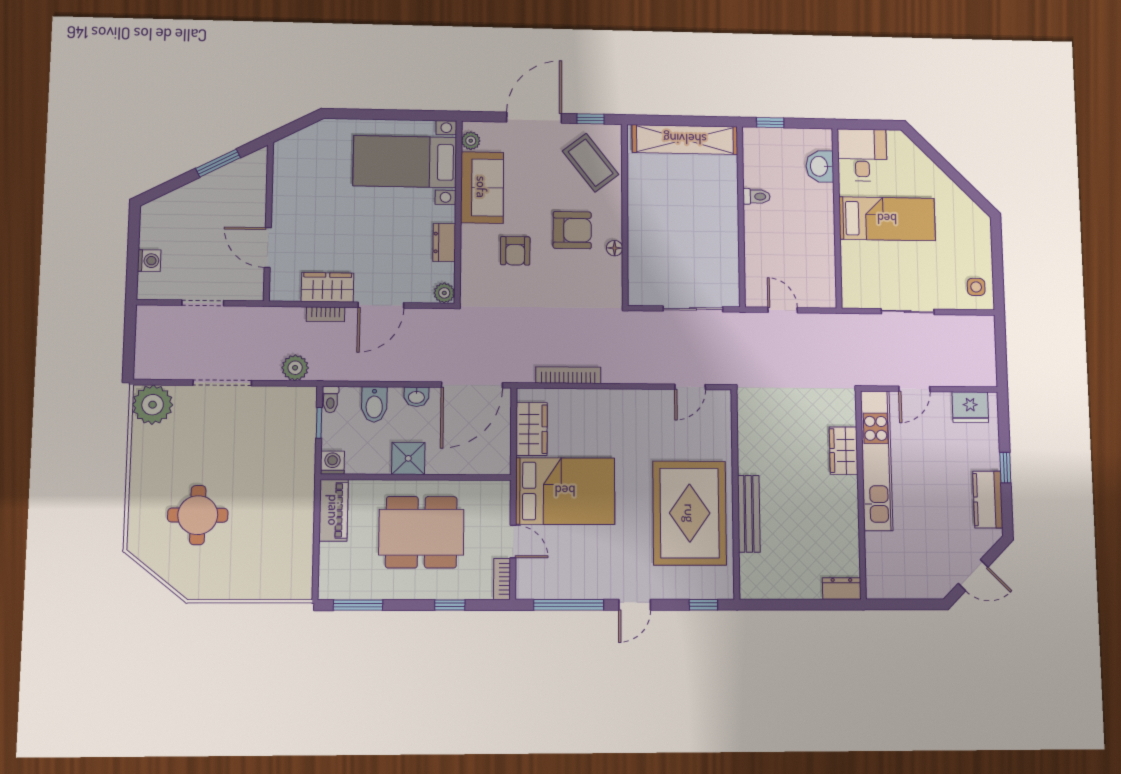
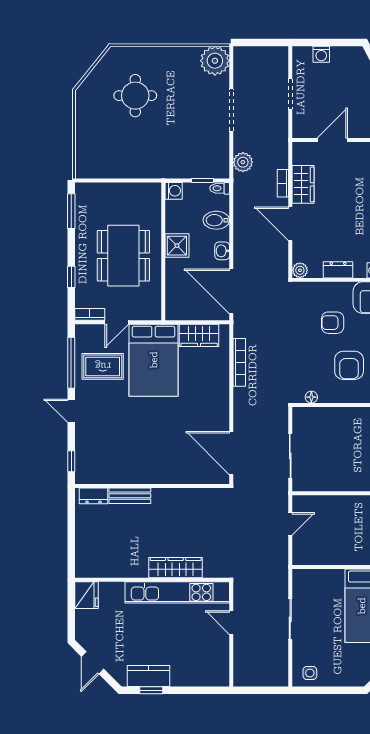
floor lamp: (615, 248) -> (311, 397), moved
door: (690, 387) -> (231, 453), width x1.88
fridge: (970, 407) -> (87, 595), moved, turned 180
wardrobe: (844, 451) -> (176, 568), width x1.50
window: (1005, 468) -> (151, 690), moved
piano: (334, 510) -> (139, 192), removed
rug: (690, 513) -> (103, 366), moved, width x0.54, depth x0.49
bench: (749, 514) -> (130, 496), width x0.73
dresser: (842, 588) -> (94, 496), moved, turned 90

